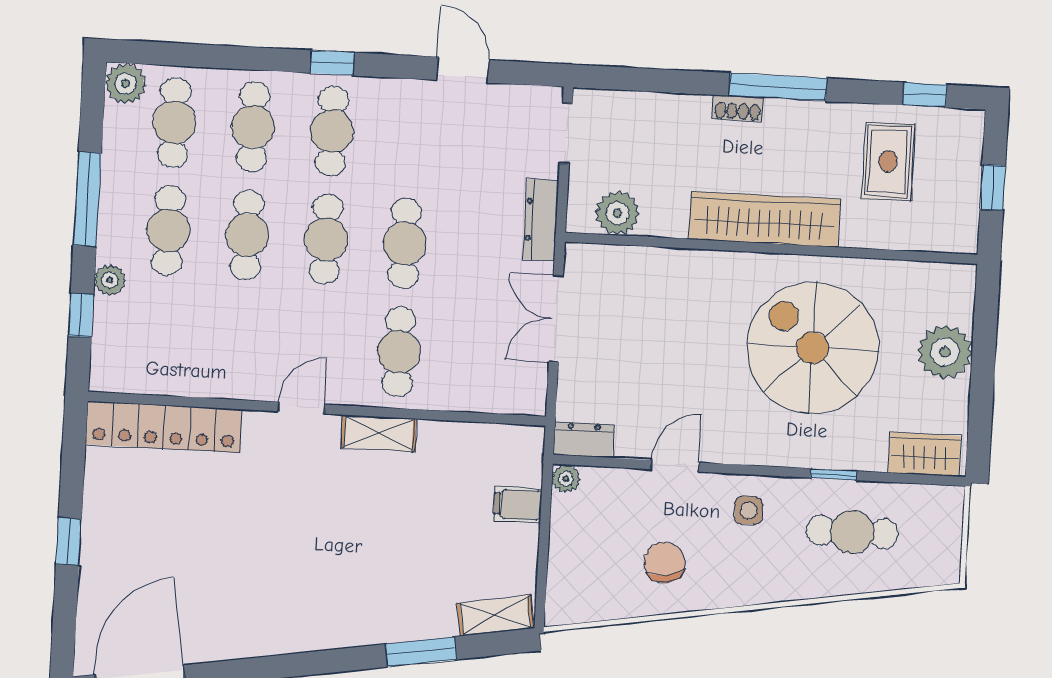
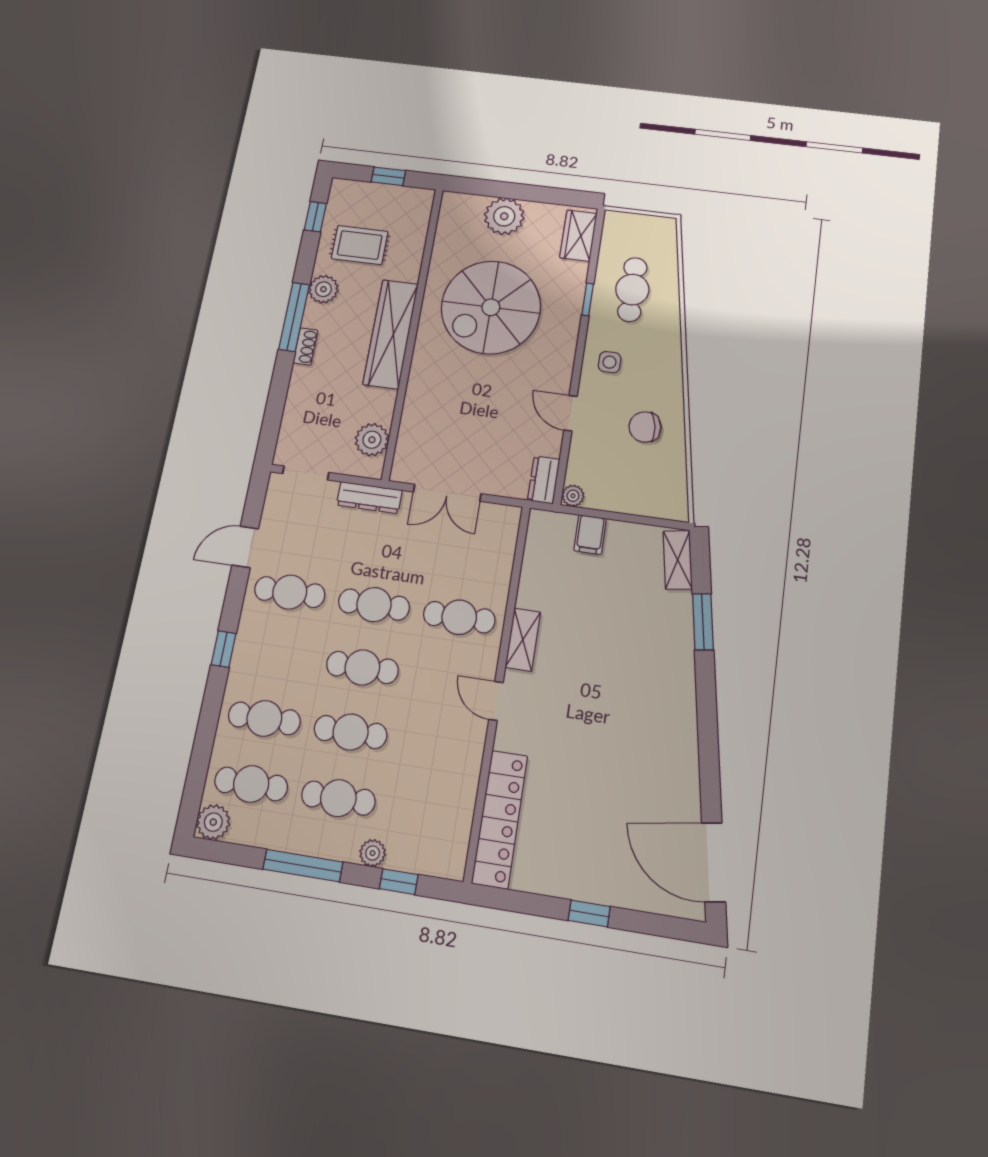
plant: (820, 121) -> (323, 289), added
cafe table: (332, 131) -> (290, 592), moved

